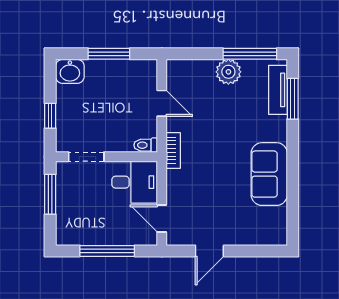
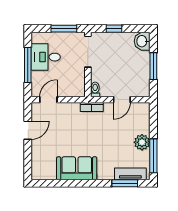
doorway: (86, 157) -> (88, 52), width x1.38
desk: (135, 182) -> (46, 57), moved, turned 90
door: (209, 251) -> (28, 130), swing flipped

